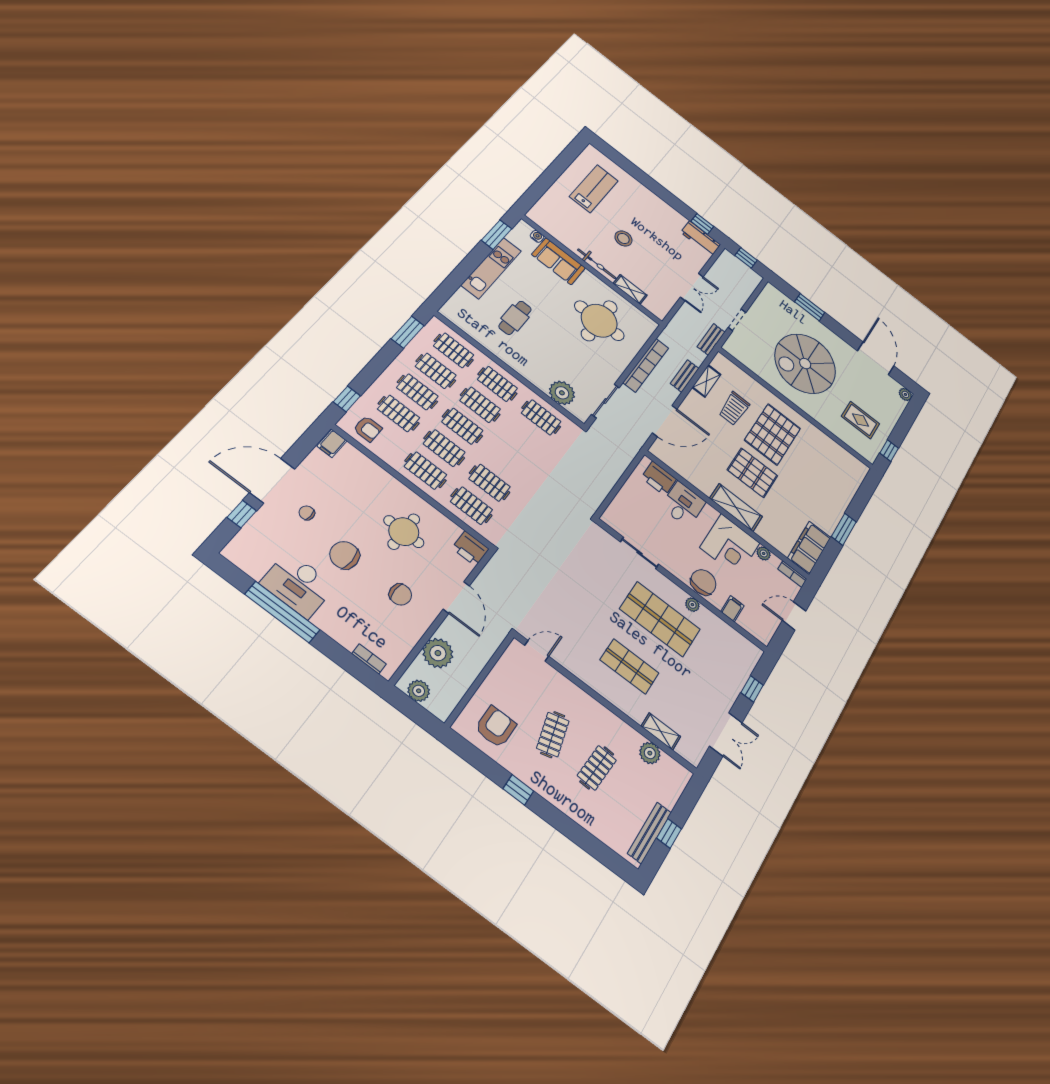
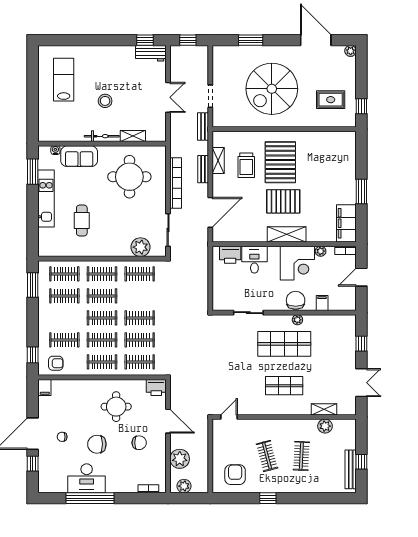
clothes rail: (417, 392) -> (140, 318), moved

